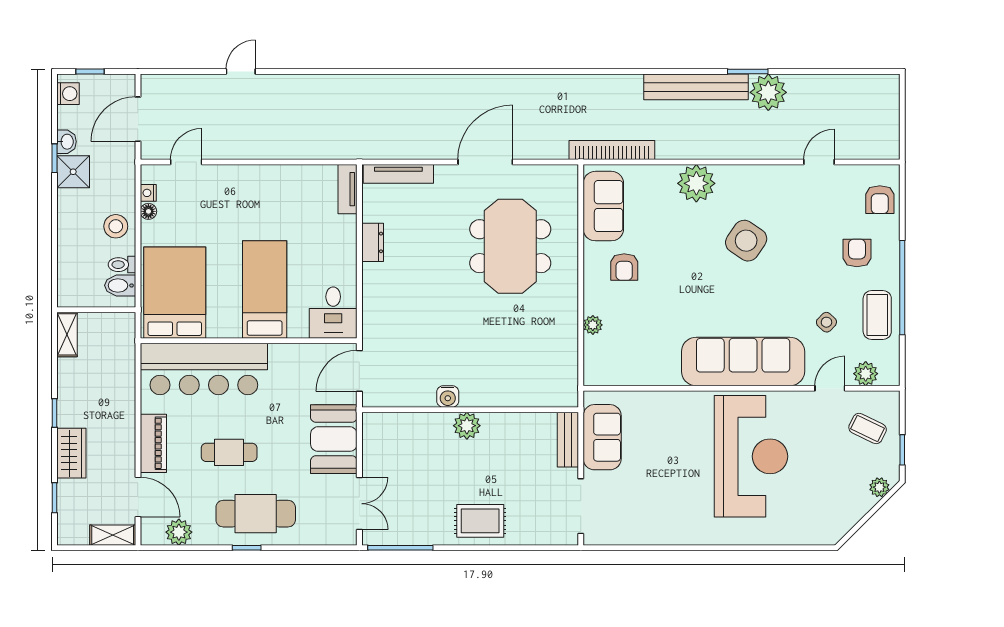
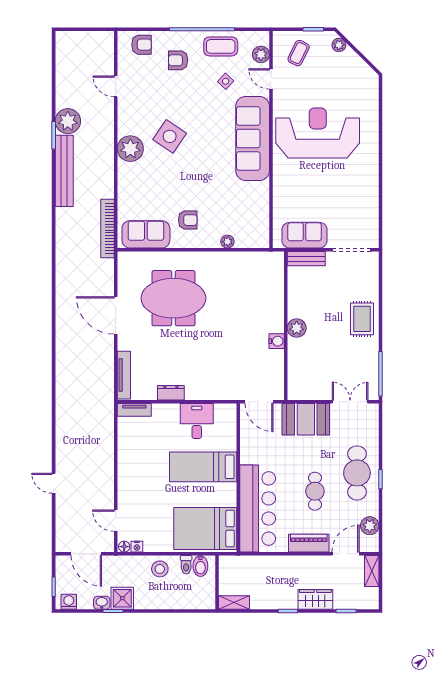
plant: (696, 183) -> (130, 149), moved
floor lamp: (148, 211) -> (124, 547), moved
desk: (333, 313) -> (197, 421), moved, turned -90

